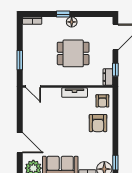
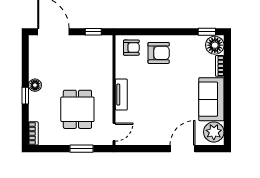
dining table: (73, 53) -> (77, 109), moved
dresser: (108, 77) -> (102, 41), removed
tv unit: (75, 93) -> (121, 95), moved

